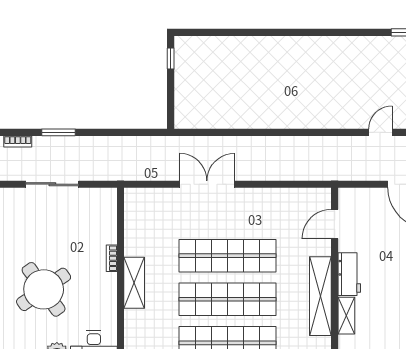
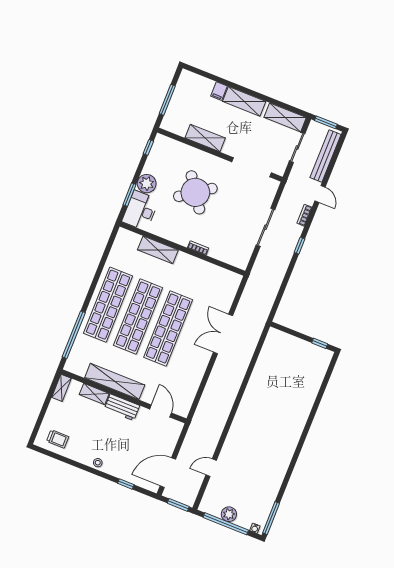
window: (58, 132) -> (299, 246), width x0.67
door: (380, 132) -> (211, 468), swing flipped
double door: (207, 184) -> (223, 334), swing flipped
shelving: (134, 283) -> (158, 250), moved

